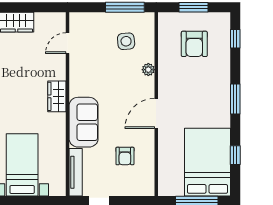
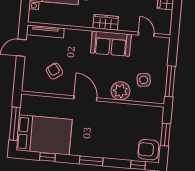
armchair: (194, 44) -> (148, 150), moved
plant: (148, 70) -> (120, 91), width x1.88, depth x1.88
sofa: (84, 122) -> (111, 44), moved
armchair: (125, 156) -> (54, 71), turned 54

